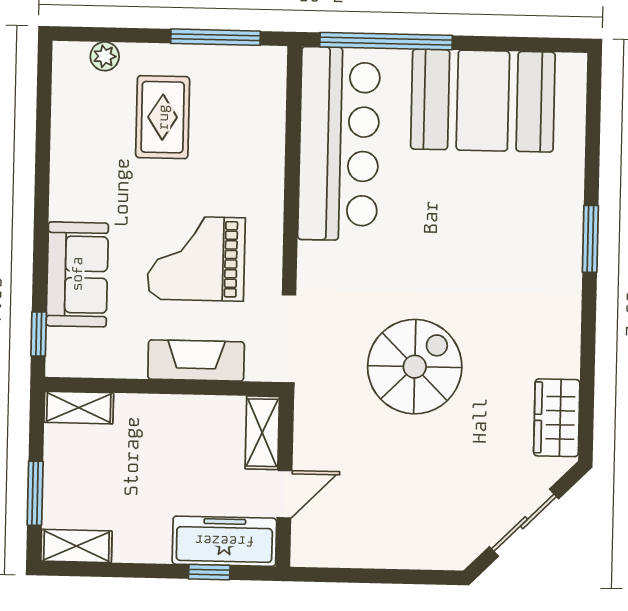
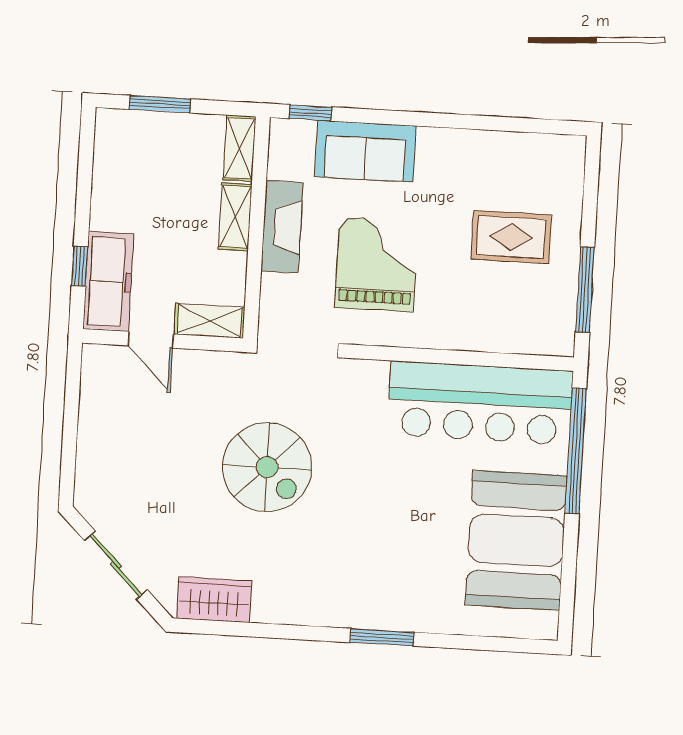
plant: (105, 56) -> (571, 184), removed
fireplace: (196, 361) -> (282, 227), moved
shelving: (76, 546) -> (235, 217), moved

